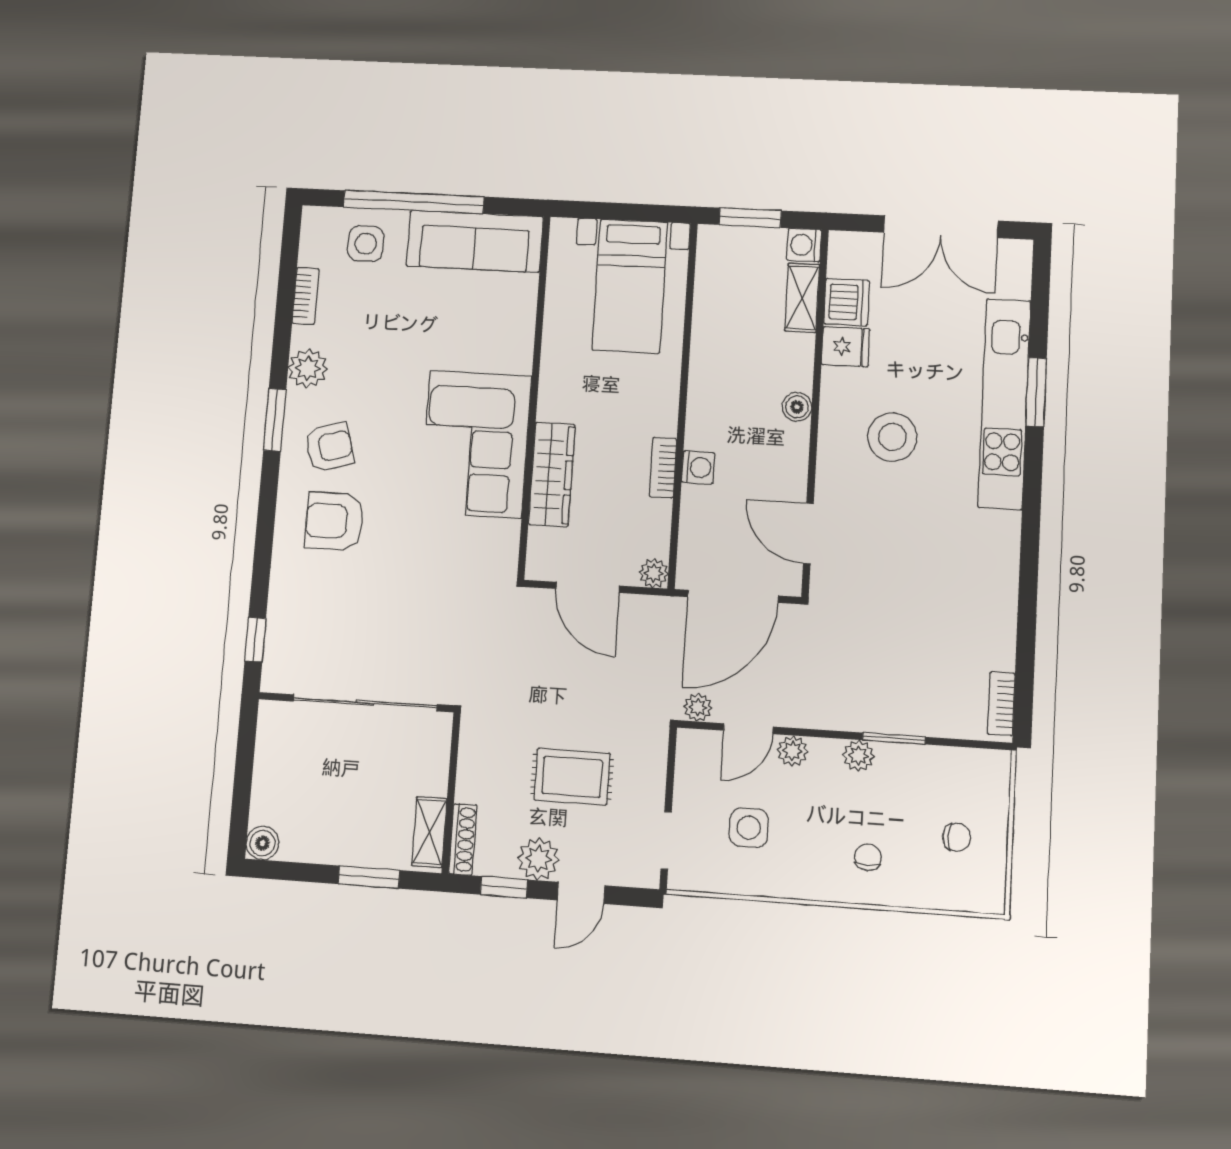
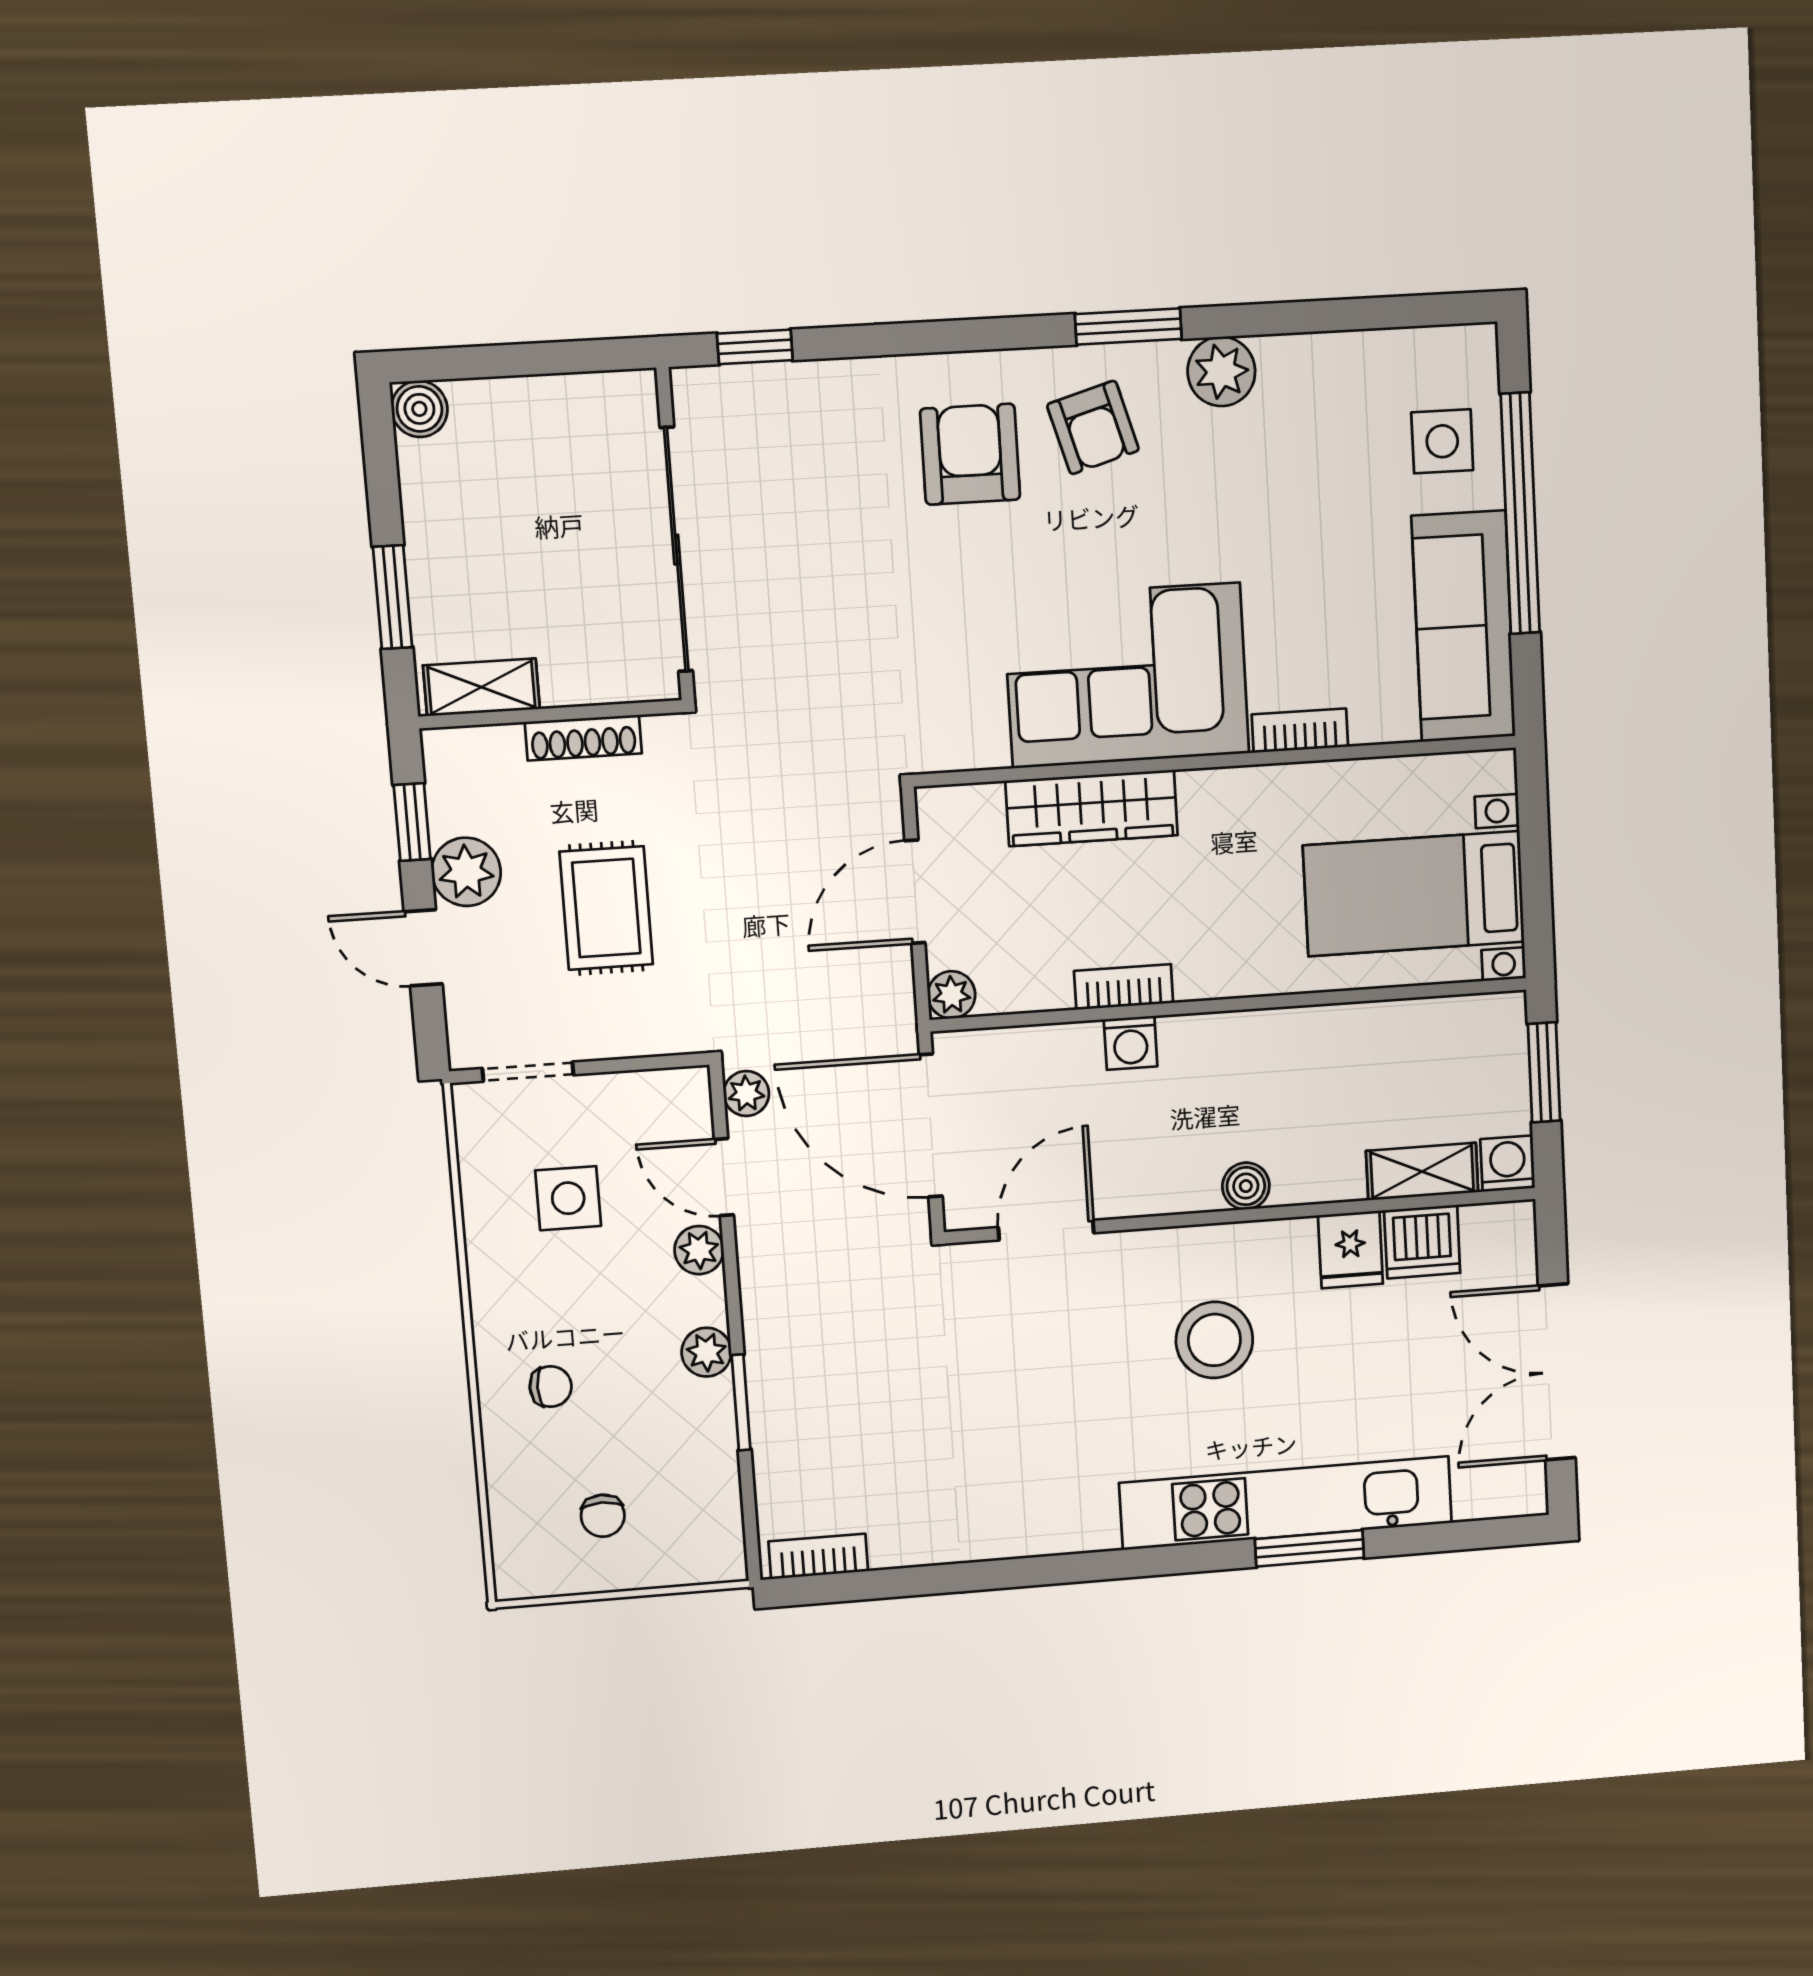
bookcase: (306, 296) -> (1300, 731), moved, turned 180
shoe rack: (463, 839) -> (583, 738), moved

